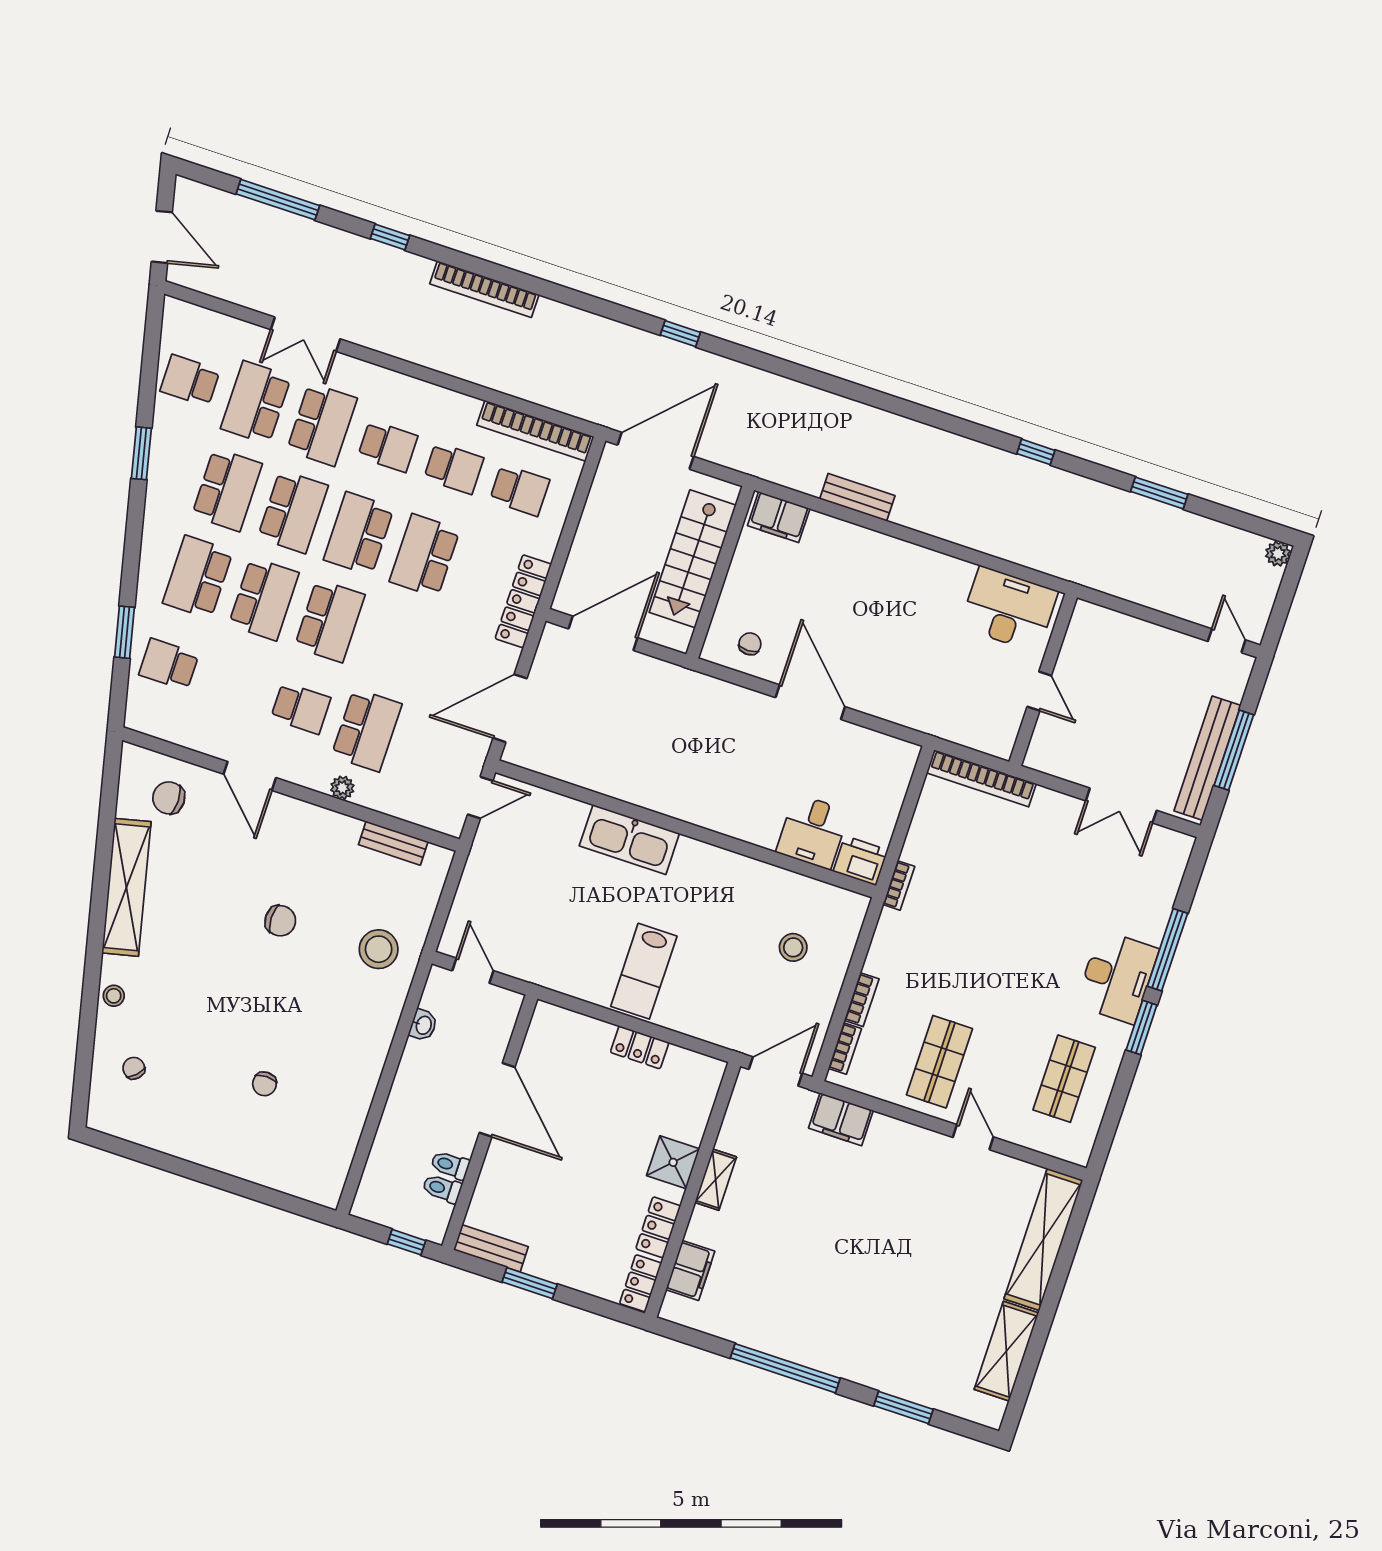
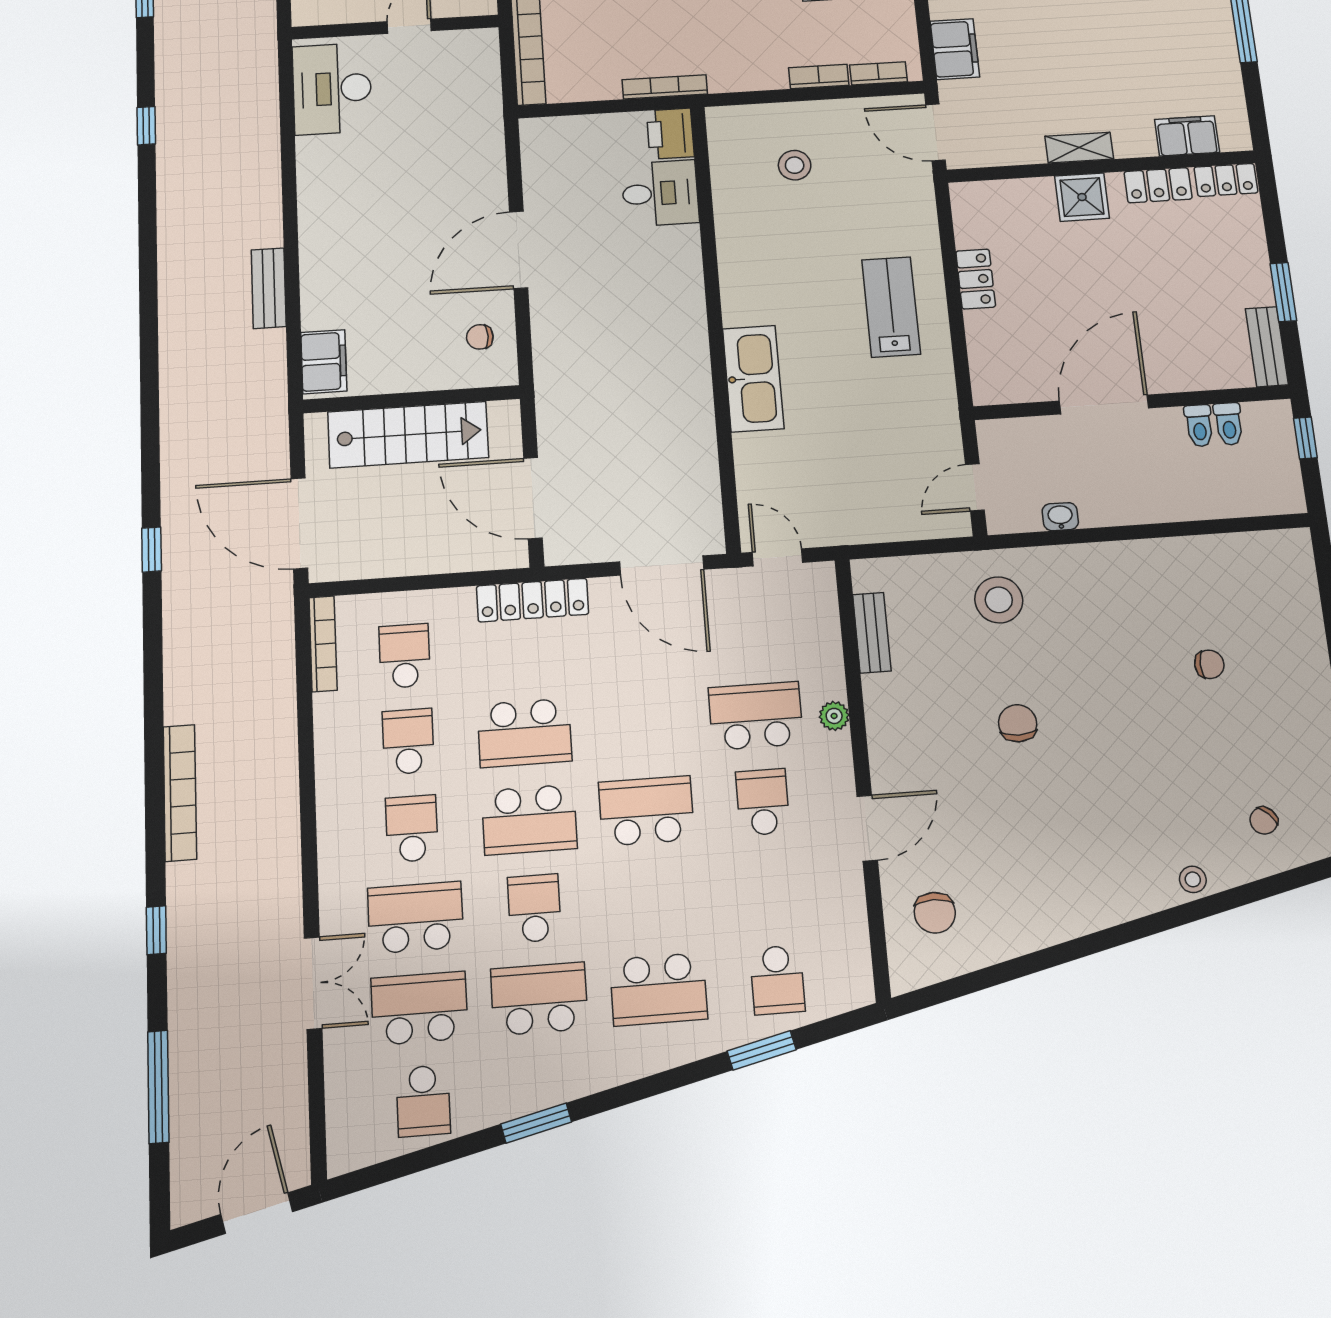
school desk: (256, 402) -> (419, 1008), turned 180
bookcase: (535, 431) -> (323, 644), width x0.68, depth x0.76
school desk: (293, 512) -> (534, 908), width x0.54
school desk: (264, 599) -> (652, 899), removed
bookcase: (899, 885) -> (665, 87), width x1.56
shelving: (126, 887) -> (1061, 918), removed
lab bench: (644, 971) -> (891, 307), turned -90

